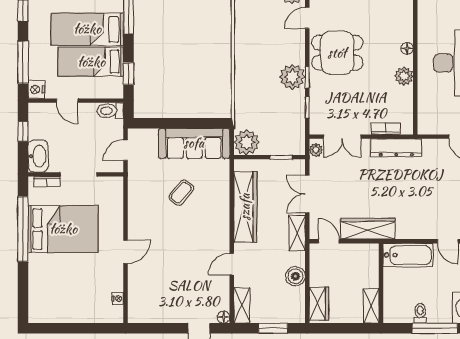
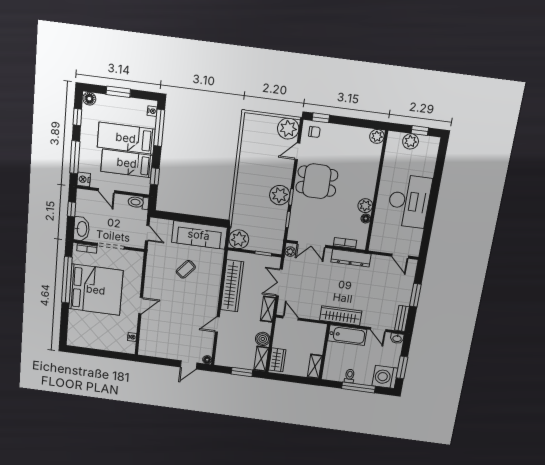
floor lamp: (407, 48) -> (366, 218), moved
door: (125, 150) -> (147, 233), swing flipped
bed: (63, 229) -> (96, 290), width x1.36
wardrobe: (368, 229) -> (341, 316), moved
shelving: (242, 305) -> (261, 359), moved

